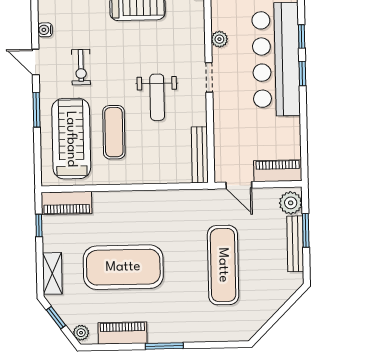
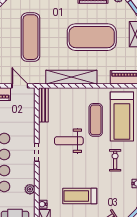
plant: (219, 39) -> (30, 189), moved
weight bench: (157, 97) -> (69, 141), turned -90
shelving: (155, 201) -> (71, 77), added

